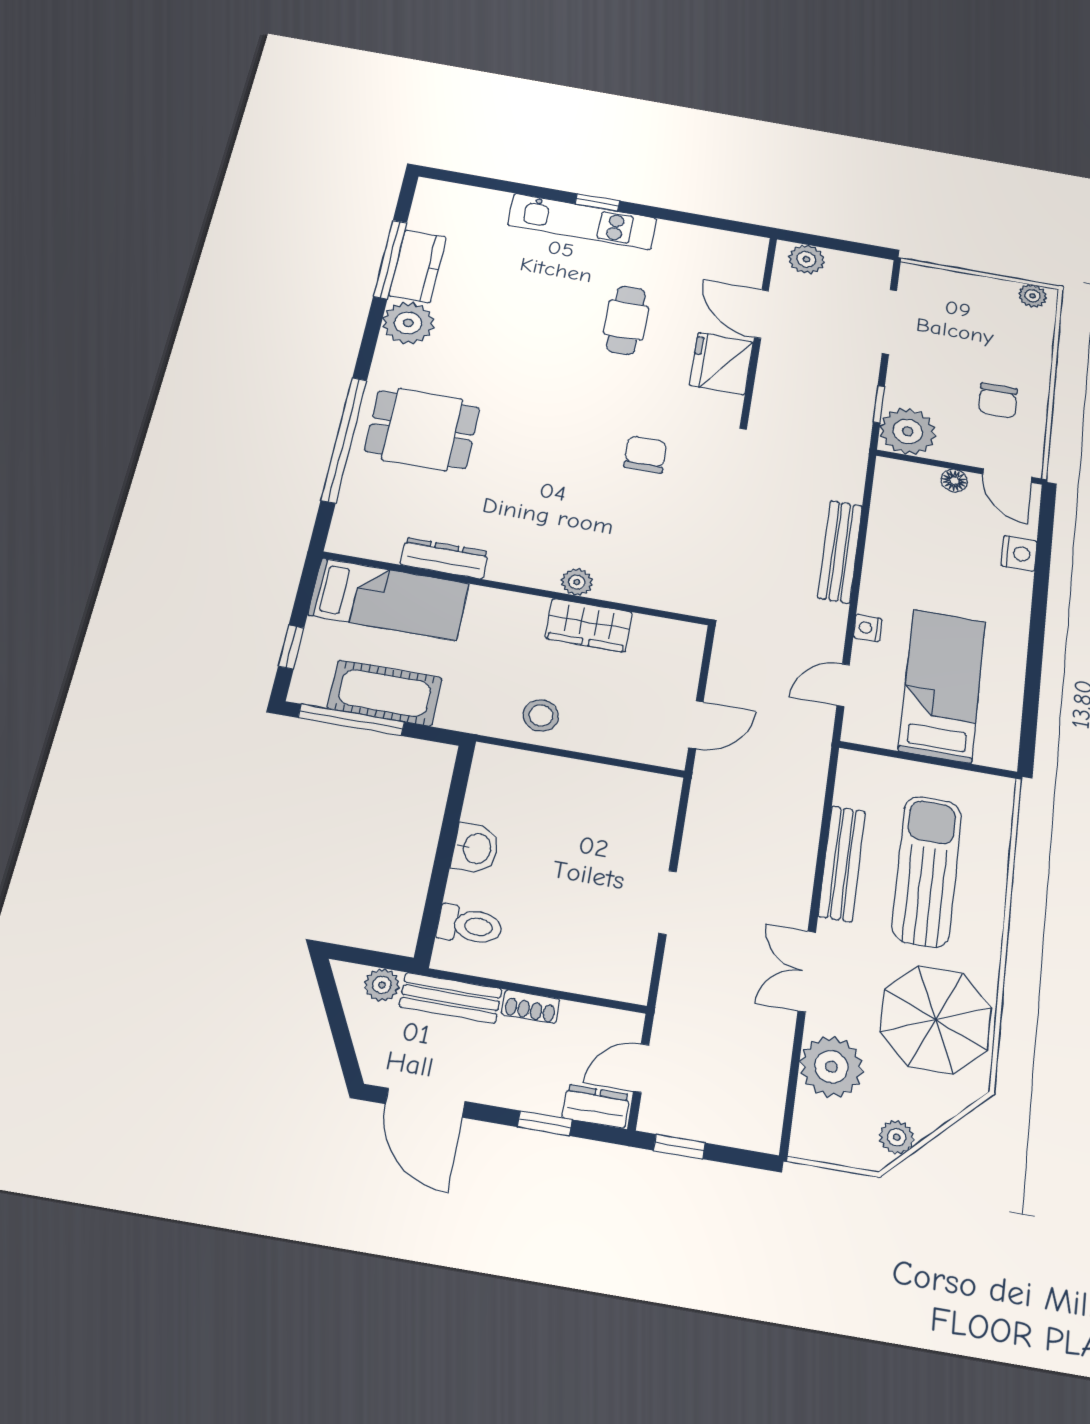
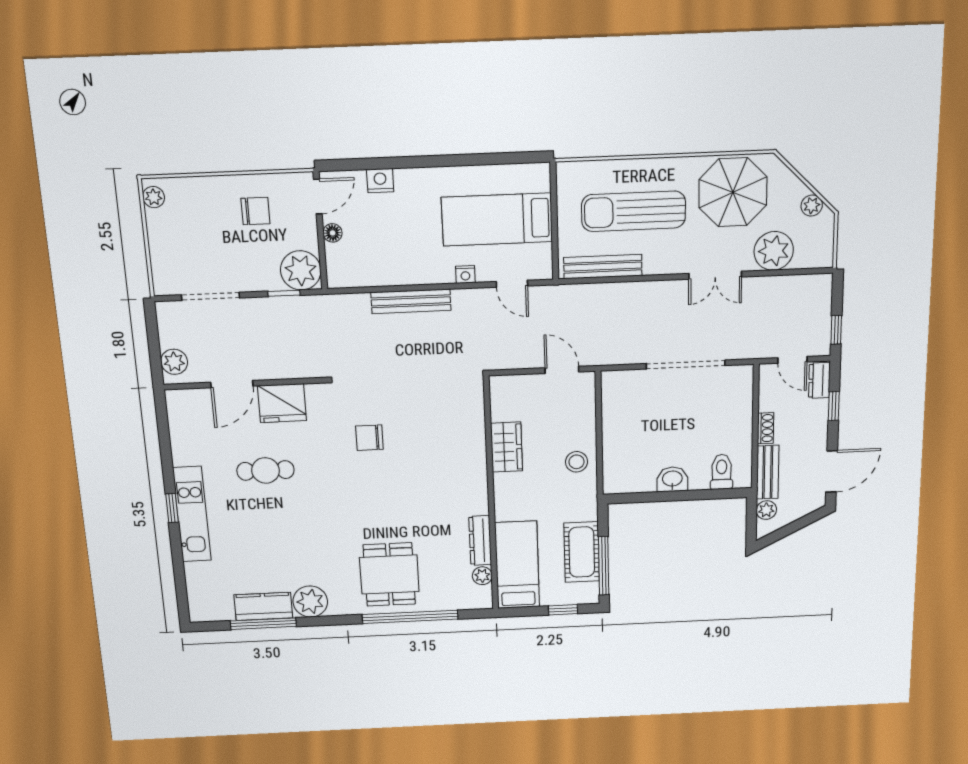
plant: (577, 582) -> (482, 576), moved
bench: (842, 863) -> (603, 267), moved
doorway: (668, 902) -> (686, 365), width x1.87

